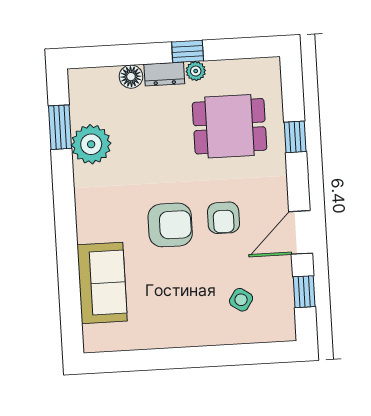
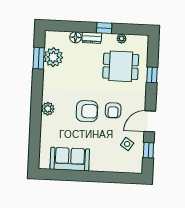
plant: (196, 71) -> (122, 39), moved
plant: (91, 144) -> (53, 57), moved
plant: (90, 228) -> (48, 109), added
sofa: (102, 283) -> (70, 159), moved, turned -90
side table: (241, 300) -> (127, 144), moved

